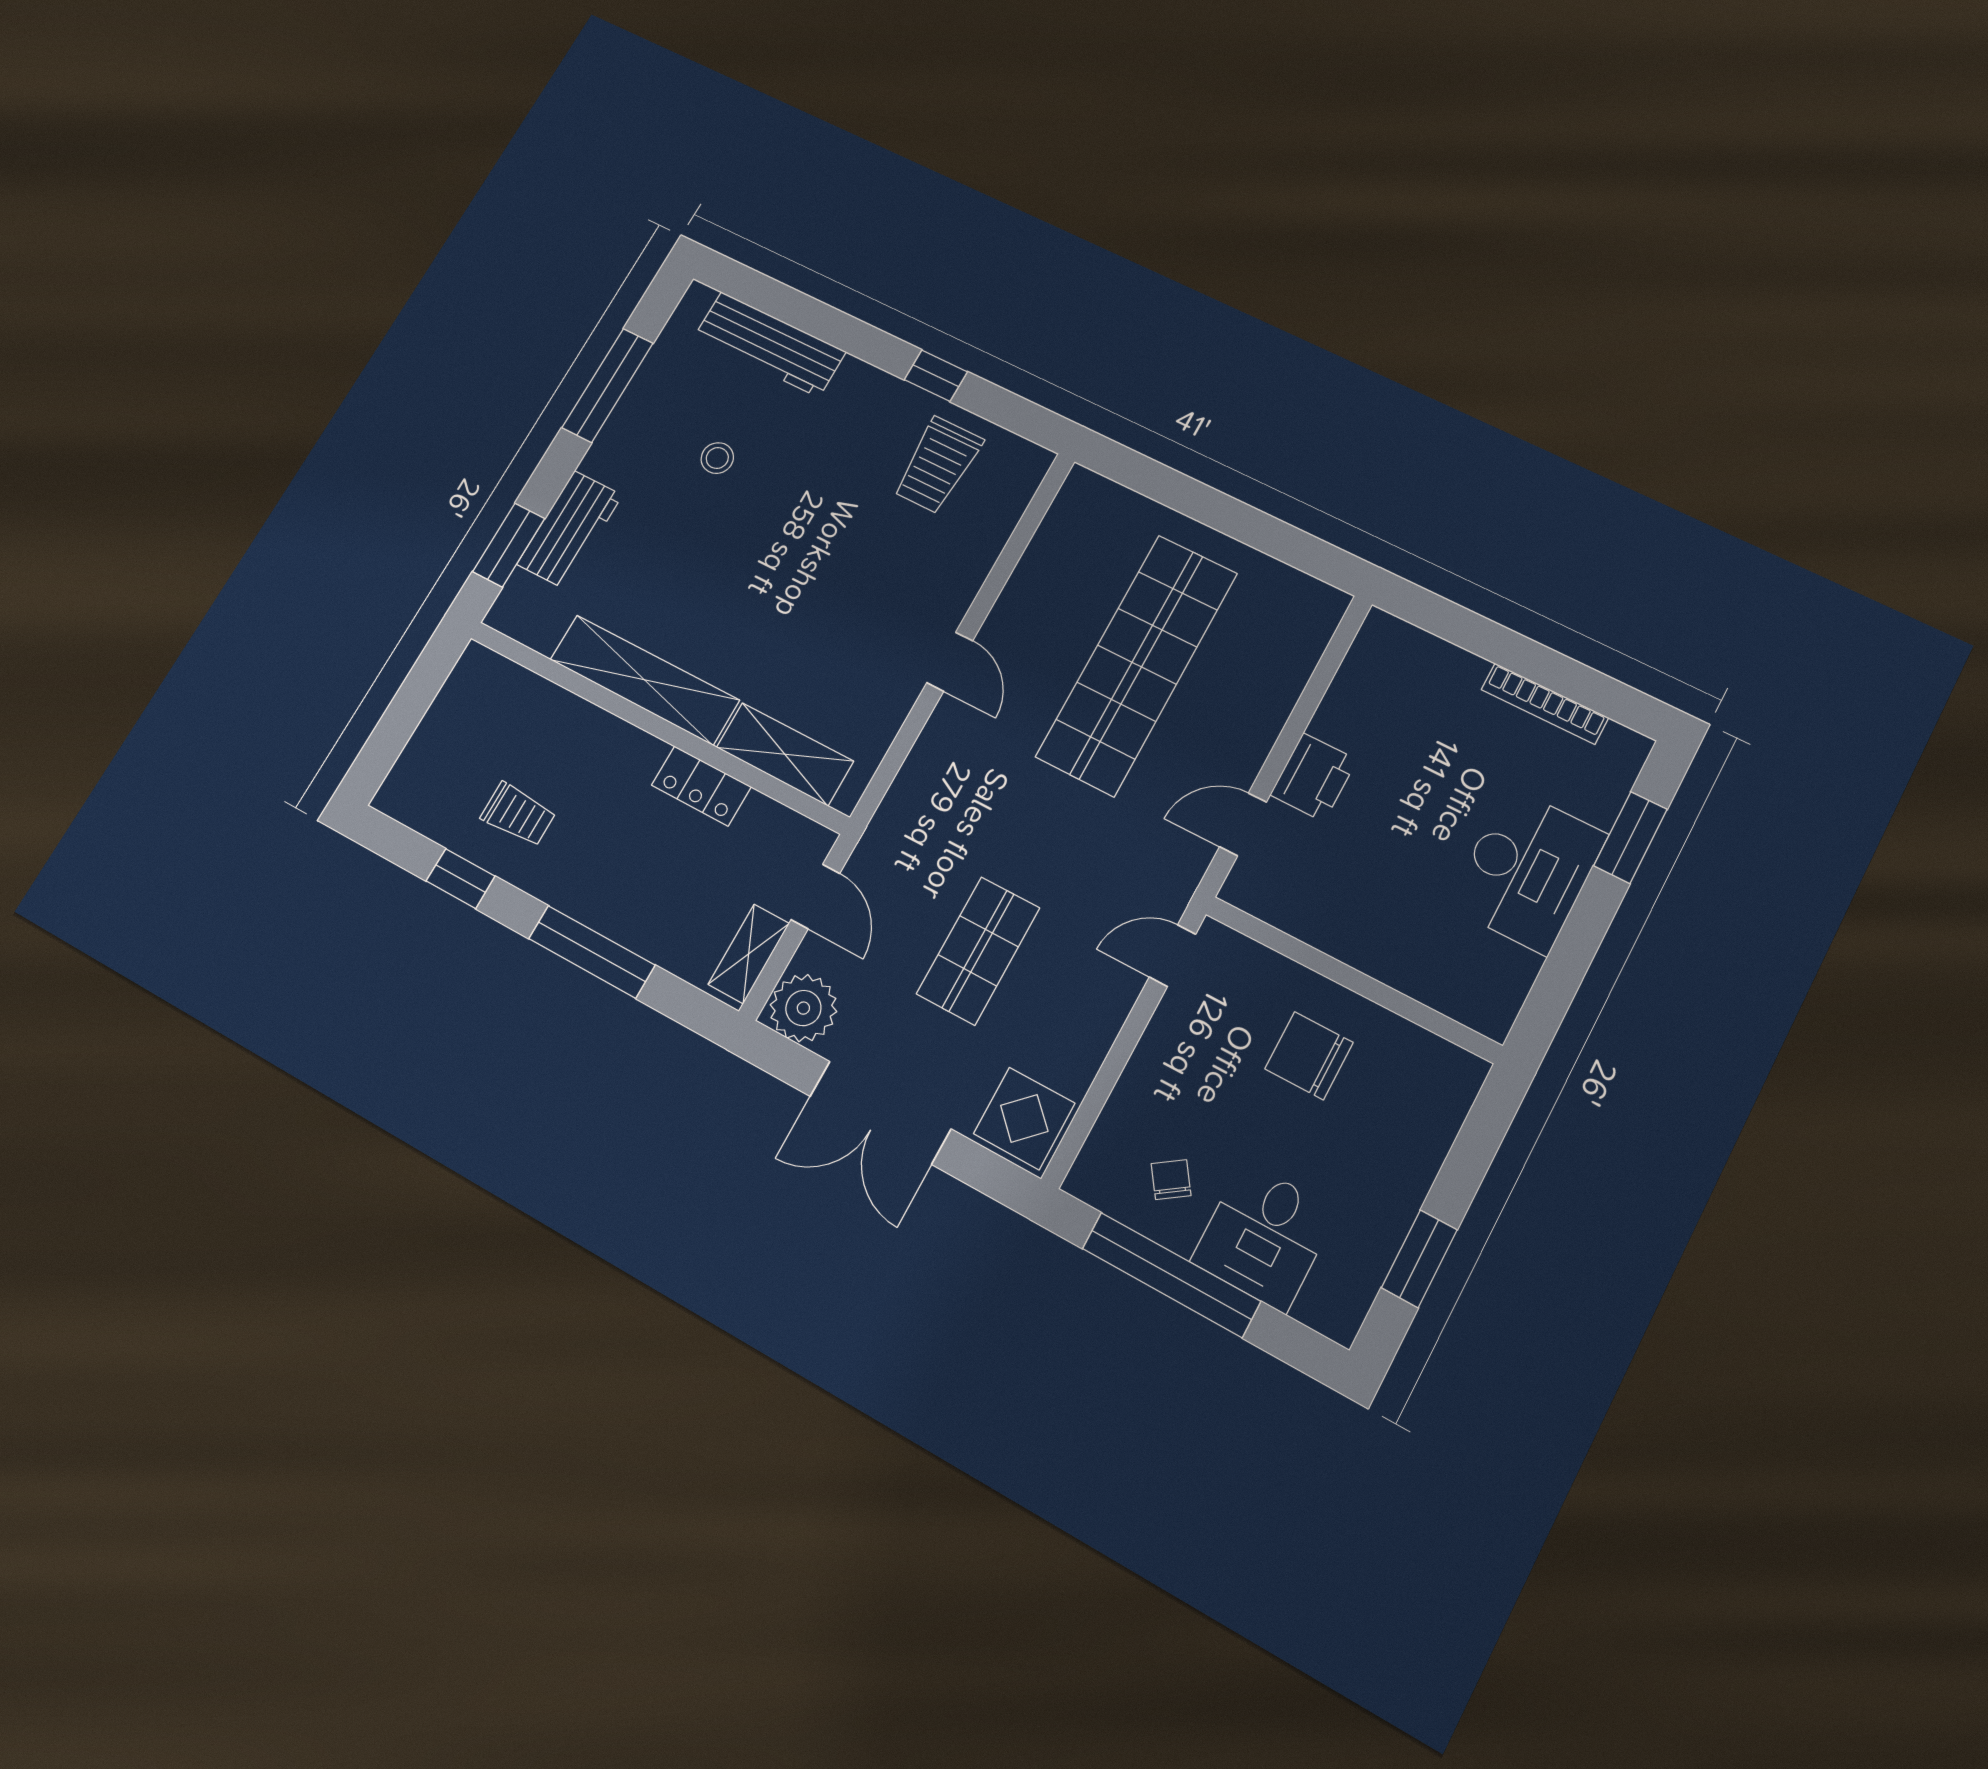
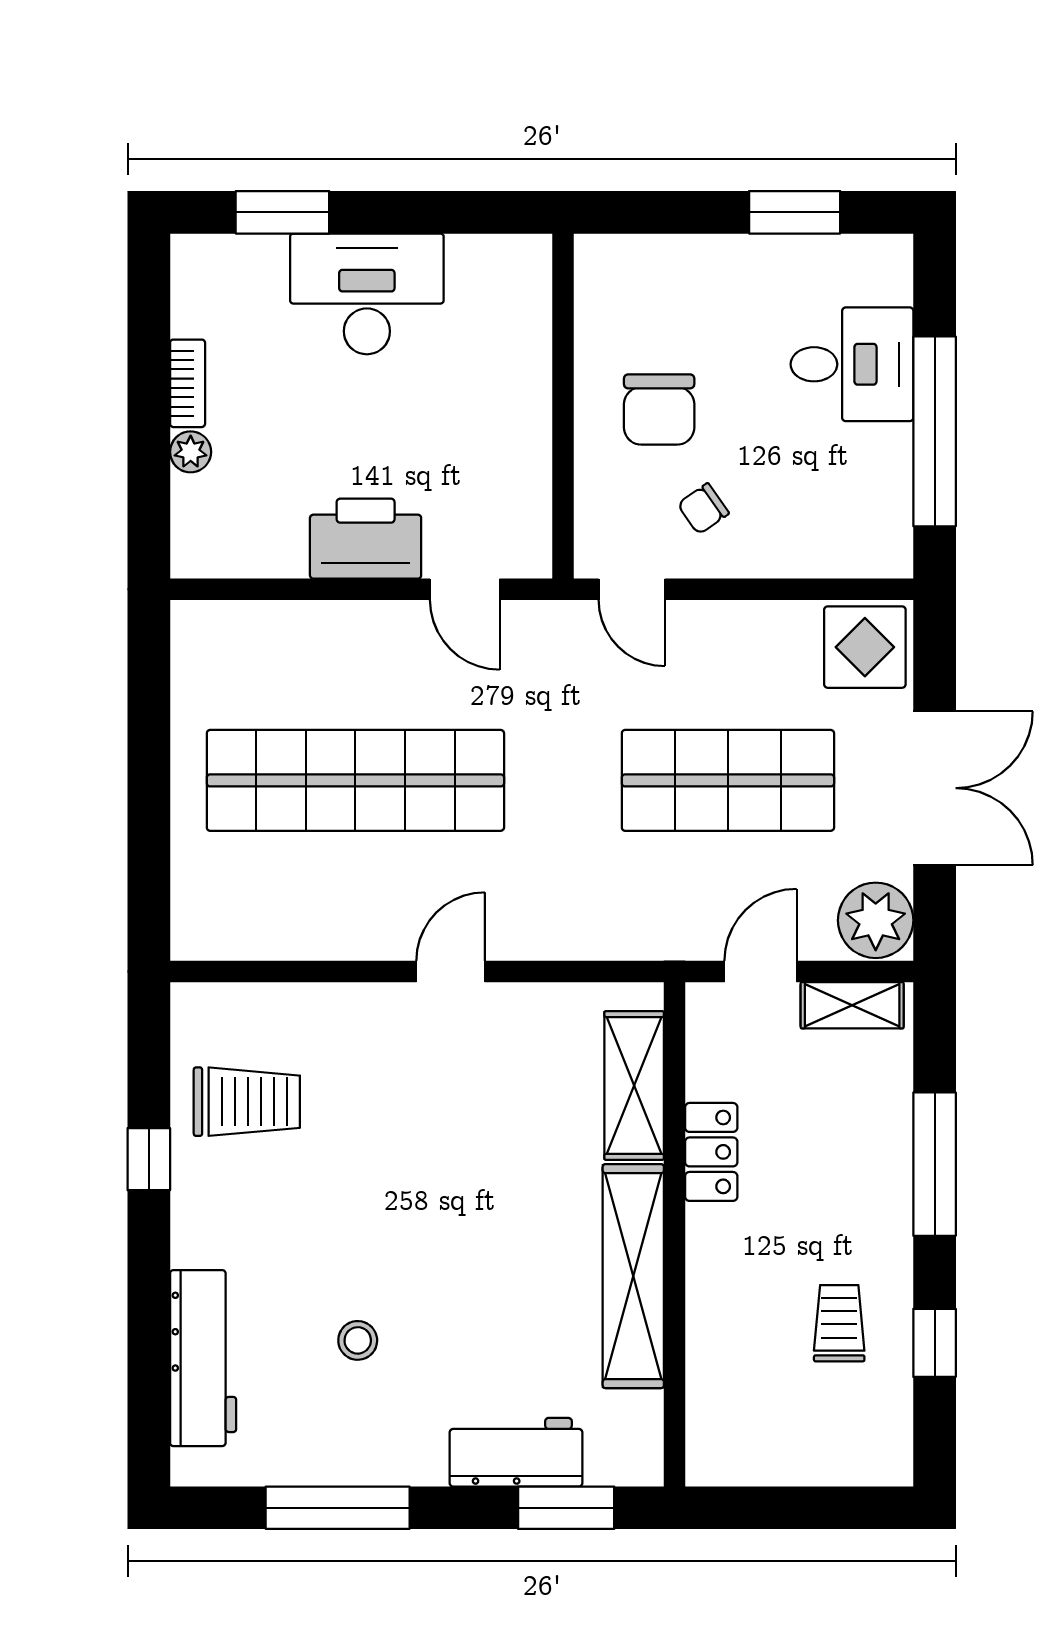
plant: (1467, 669) -> (191, 452), added
bookcase: (1545, 704) -> (188, 383), width x0.64
printer: (1314, 777) -> (366, 539), width x1.37, depth x1.19
shop shelf: (978, 951) -> (728, 780), width x1.43, depth x1.36
chair: (1171, 1180) -> (703, 509), moved

